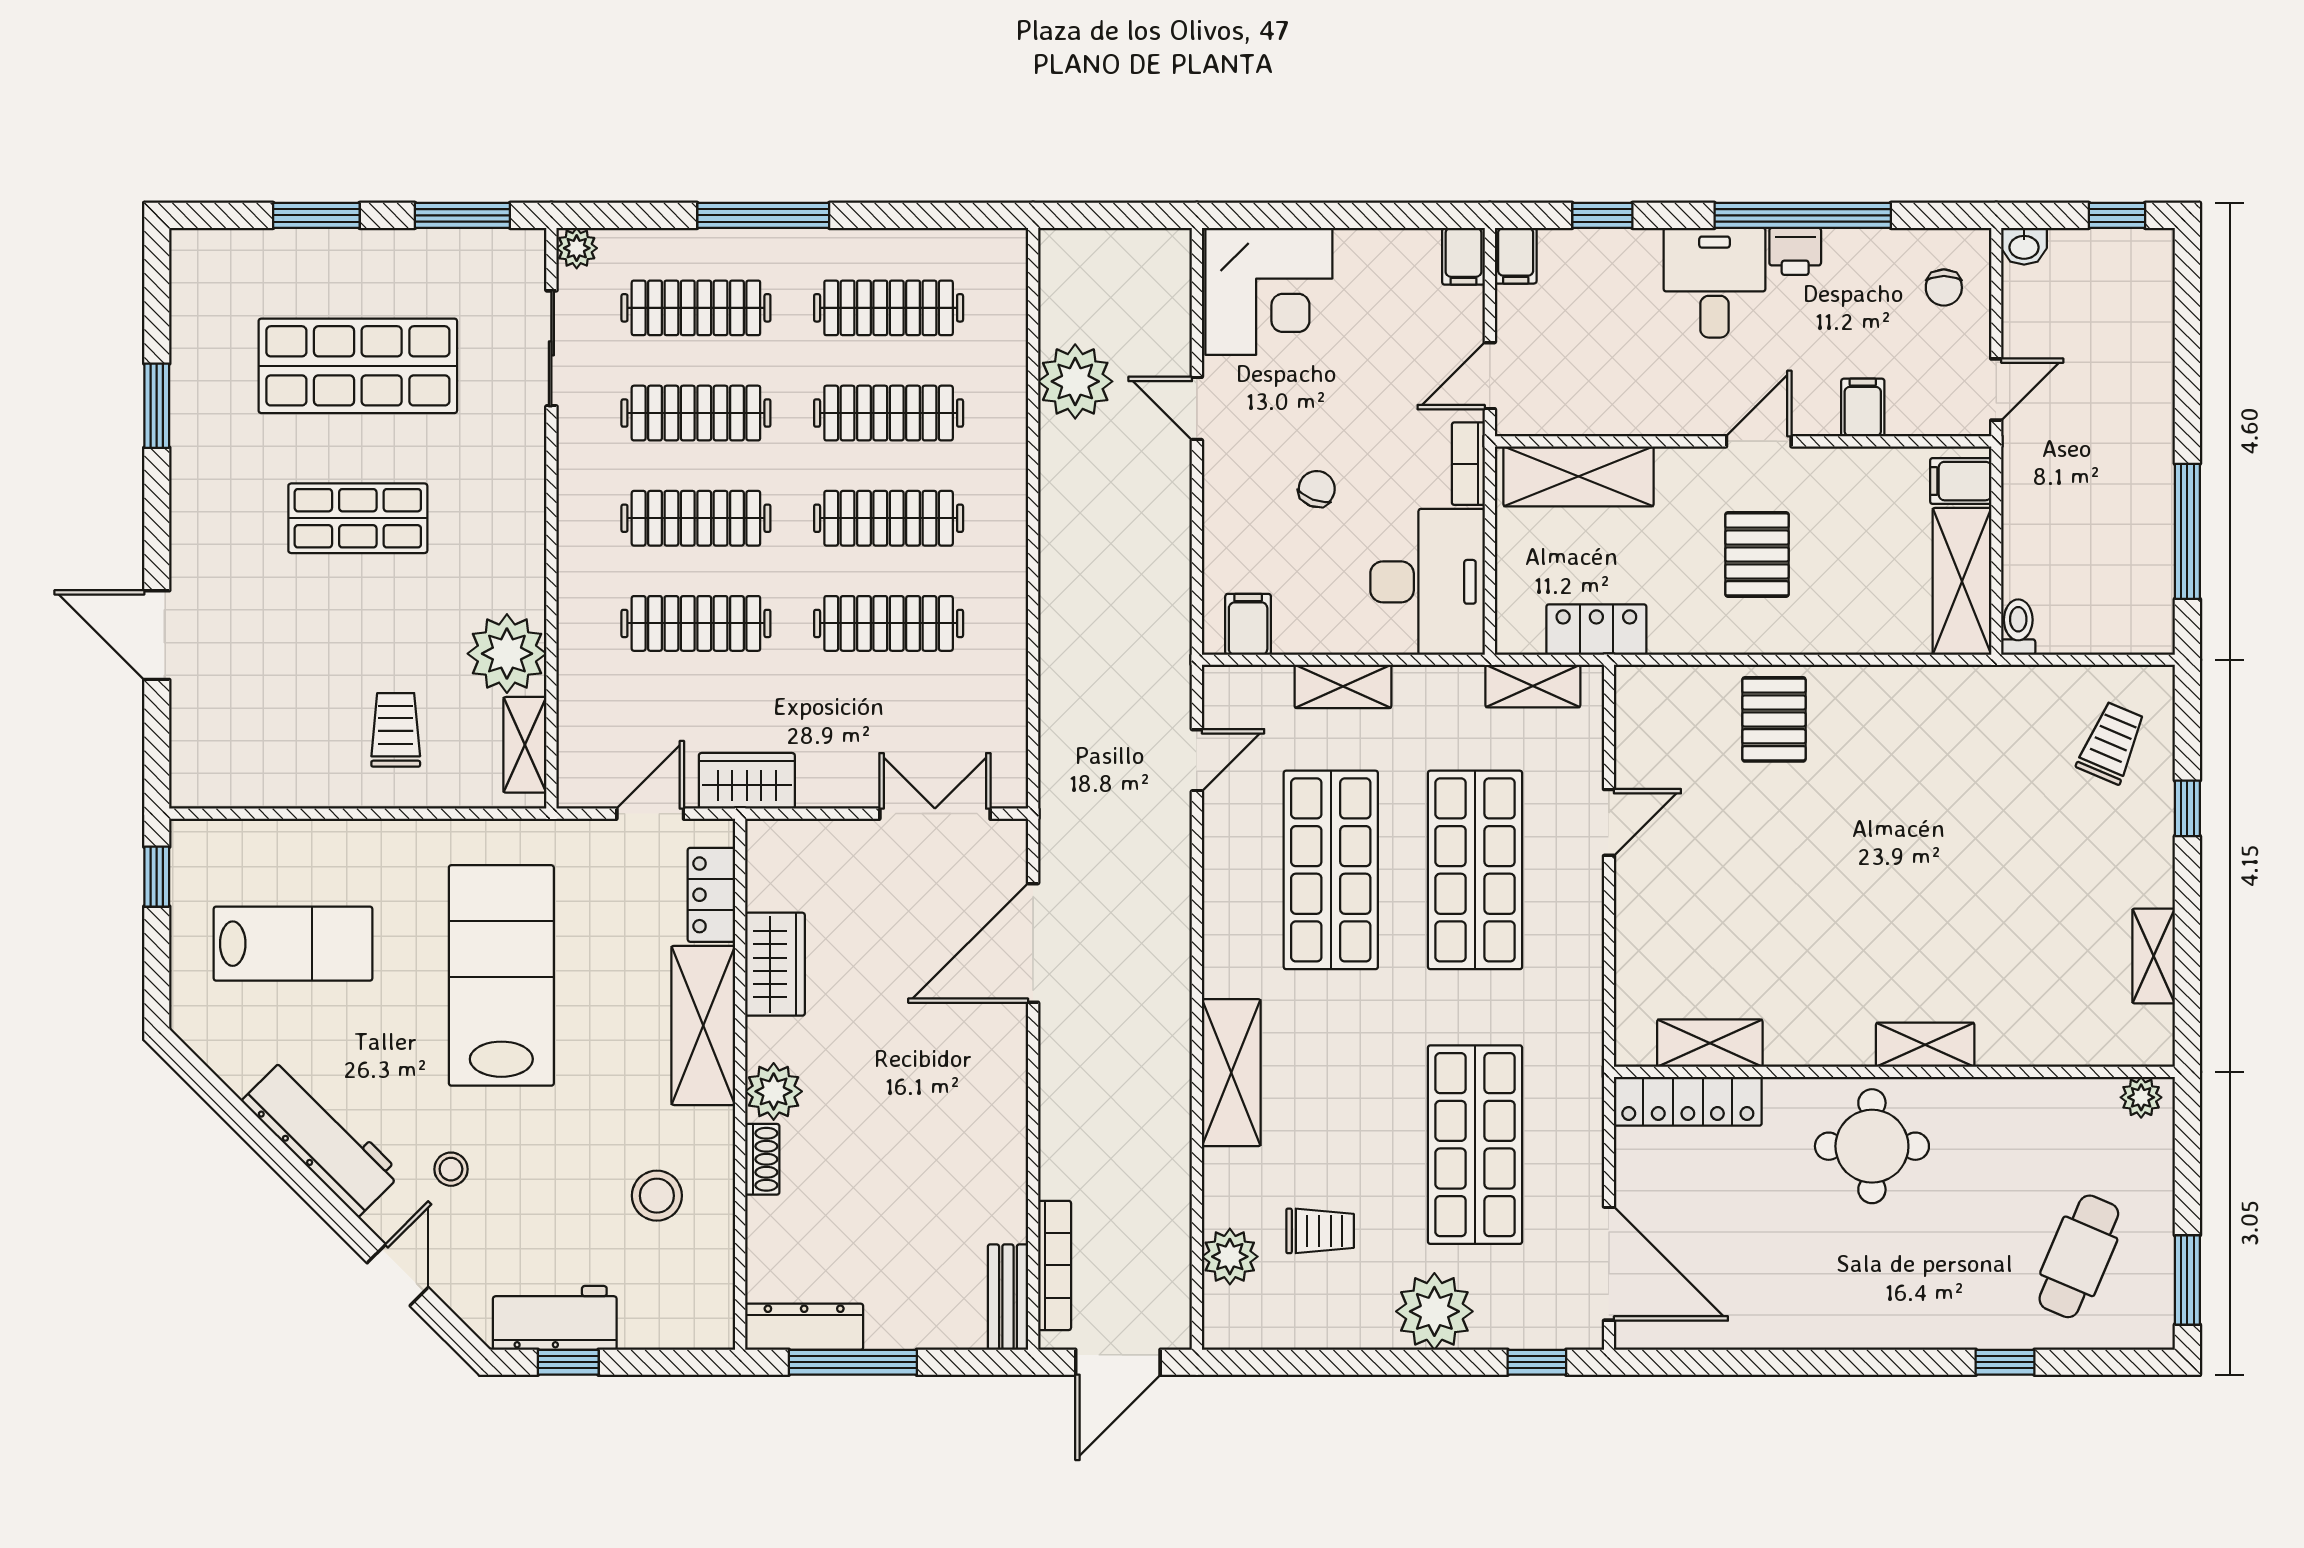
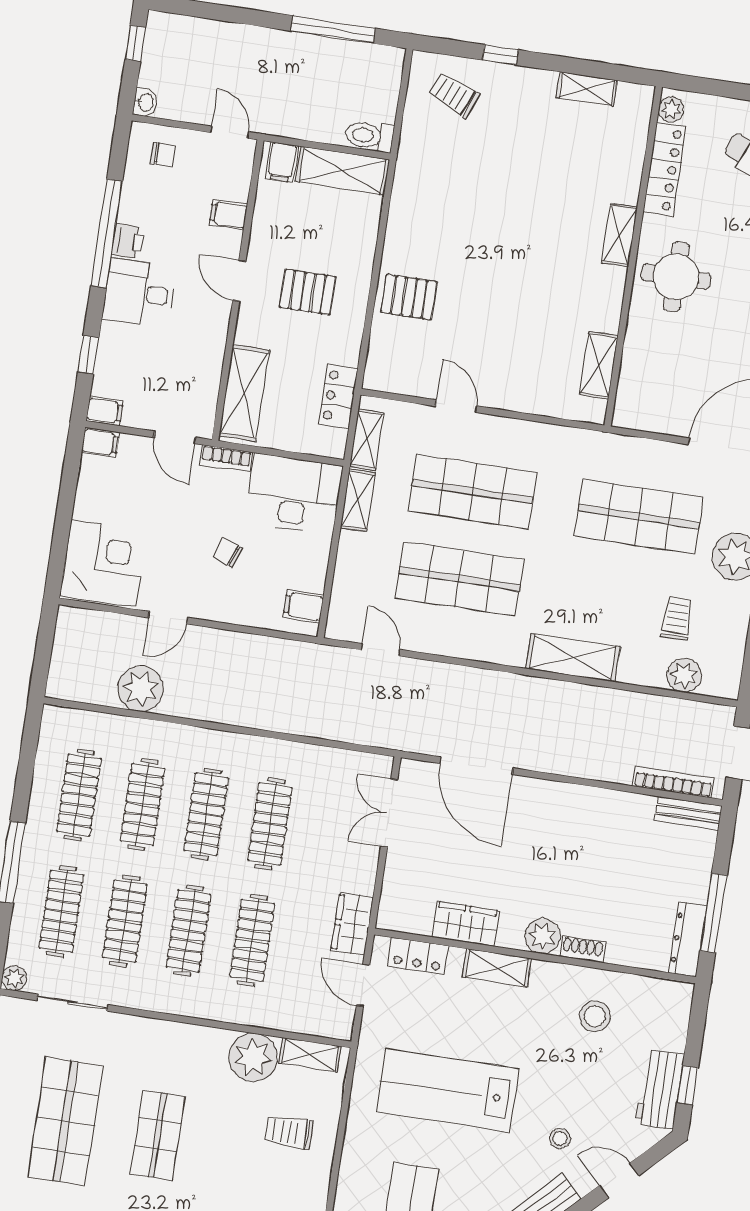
toilet: (2018, 627) -> (369, 136), width x1.37, depth x1.39
shelving: (1343, 686) -> (358, 500), moved
shelving: (703, 1025) -> (497, 968), width x0.67, depth x0.75
locker: (1688, 1101) -> (664, 169), moved

